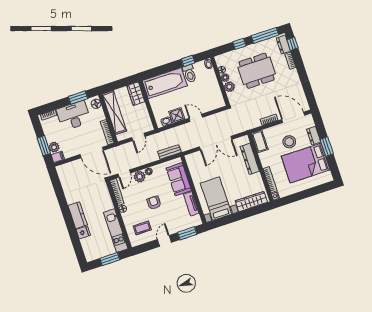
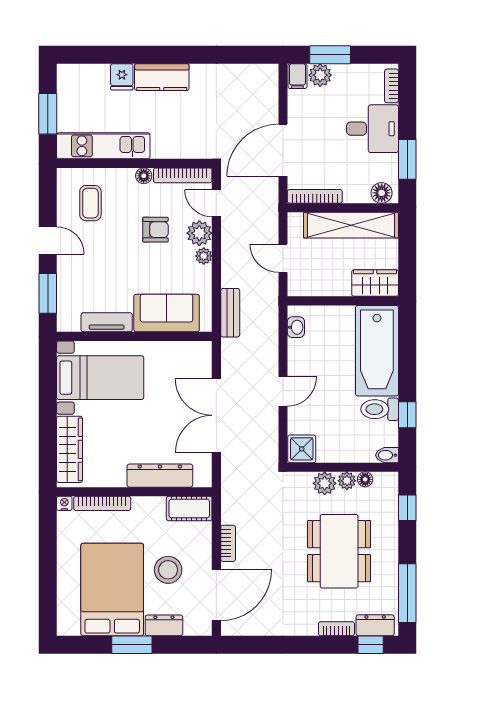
window: (239, 44) -> (407, 508), moved
shower: (177, 115) -> (302, 449), moved
desk: (74, 116) -> (372, 129), width x0.73
armchair: (154, 203) -> (155, 230), moved

